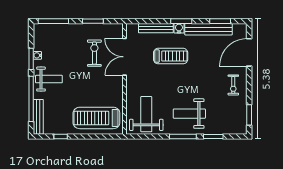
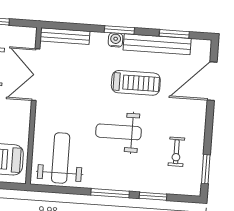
bench: (156, 28) -> (65, 36), moved
treadmill: (171, 56) -> (136, 83), moved
exercise bike: (233, 85) -> (176, 152), moved
weight bench: (189, 114) -> (119, 132), moved

